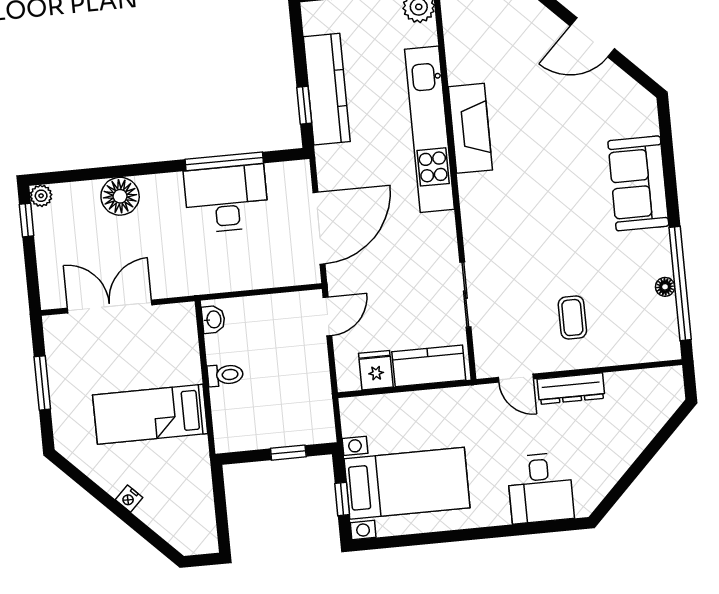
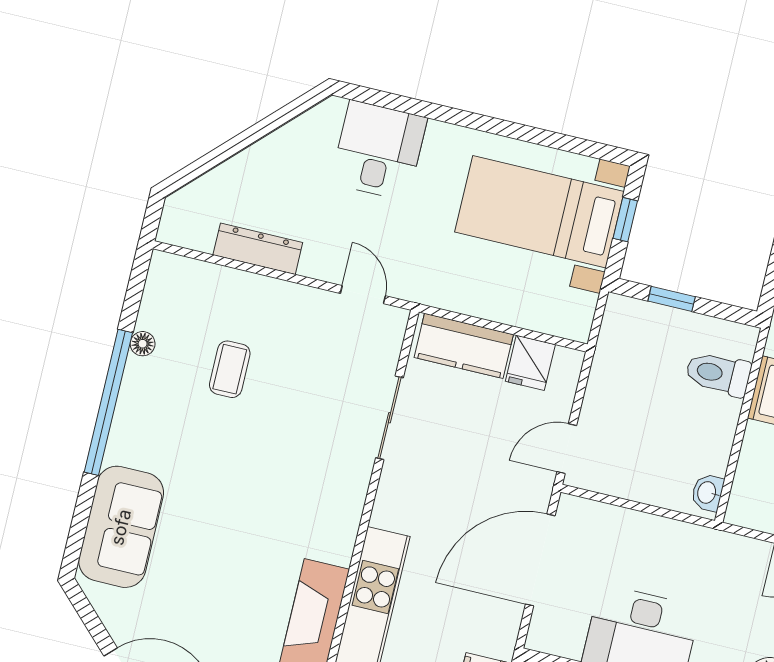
sofa: (638, 183) -> (121, 527), moved
window: (680, 284) -> (108, 402), moved
coffee table: (572, 318) -> (230, 369), moved
toilet: (225, 375) -> (718, 374), moved, width x1.37, depth x1.39
dresser: (571, 389) -> (258, 249), moved

